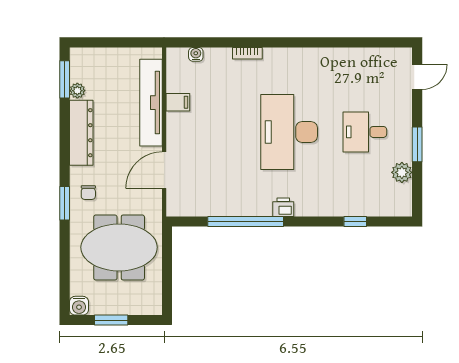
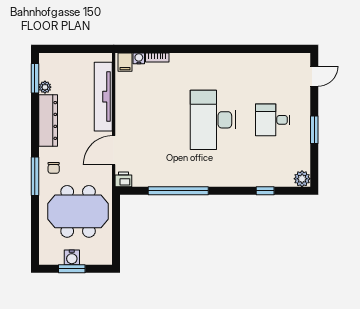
bookcase: (247, 53) -> (157, 57), moved
filing cabinet: (178, 102) -> (125, 62), moved, turned 90
plant: (402, 172) -> (302, 179), moved
window: (65, 203) -> (35, 176), width x1.44
printer: (283, 207) -> (123, 179), moved
water cooler: (79, 306) -> (72, 257), moved

